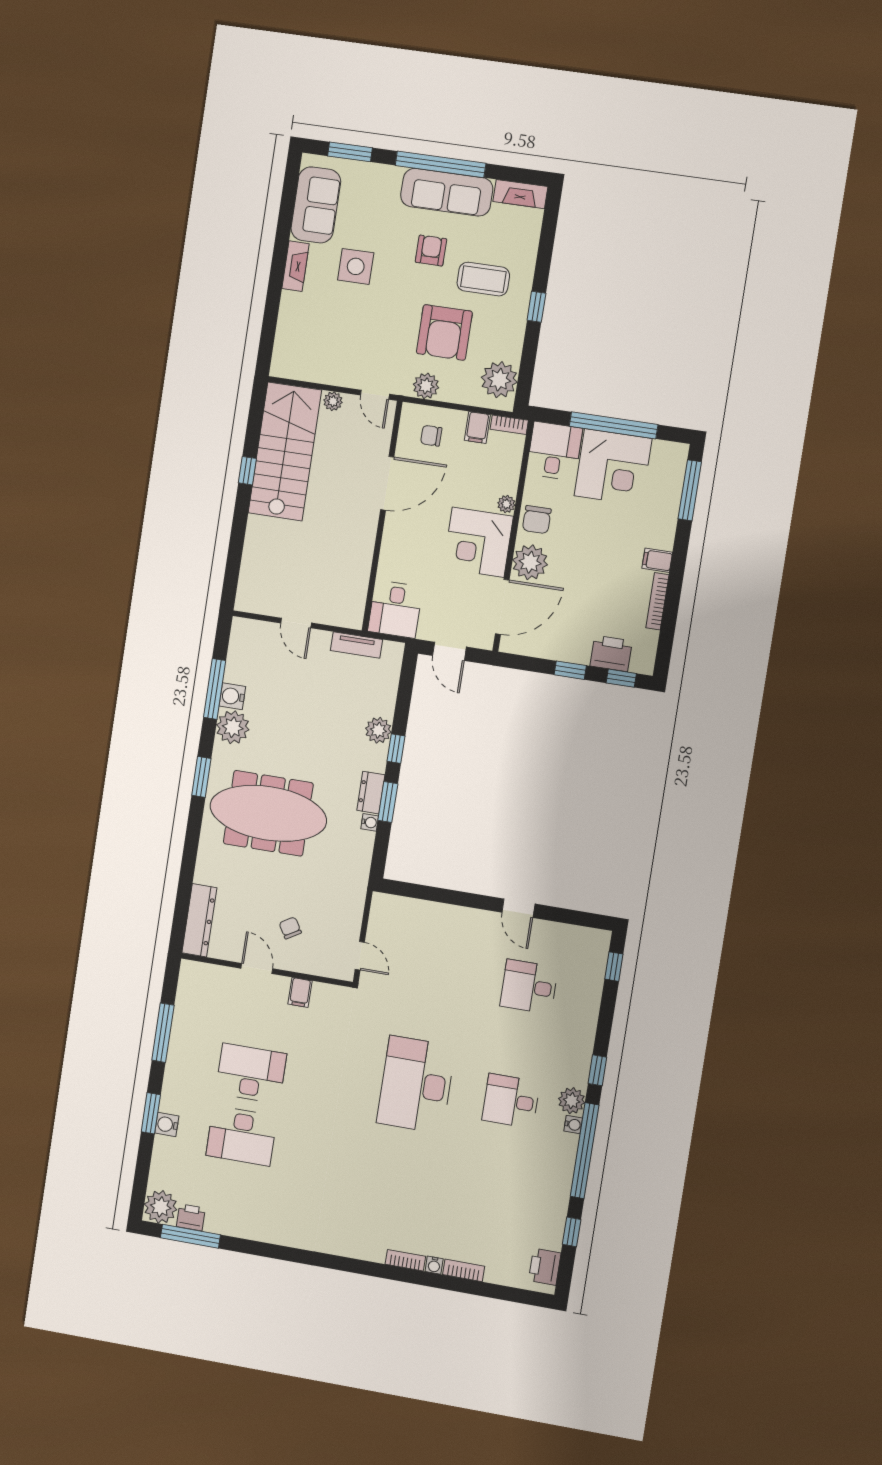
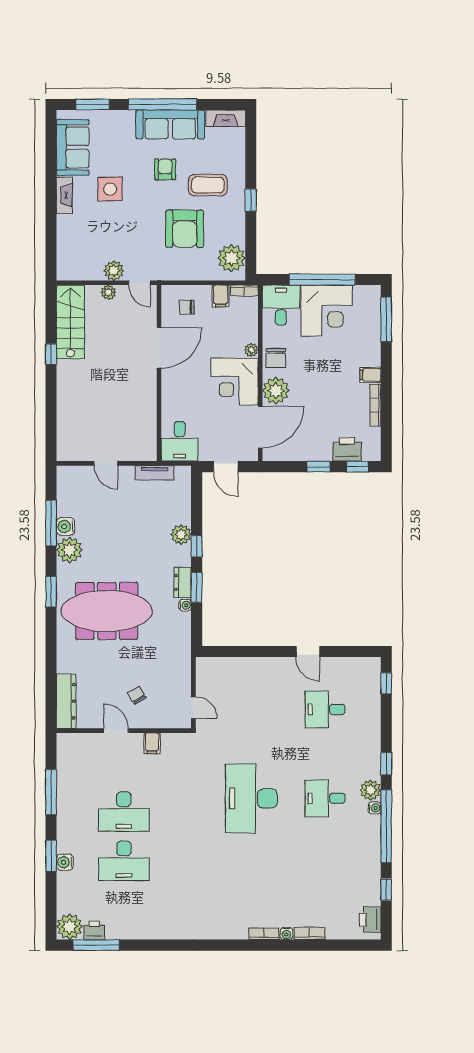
plant: (426, 386) -> (114, 271), moved
stairs: (285, 451) -> (70, 322), width x0.73, depth x0.66
desk: (251, 1073) -> (124, 812), turned 180

